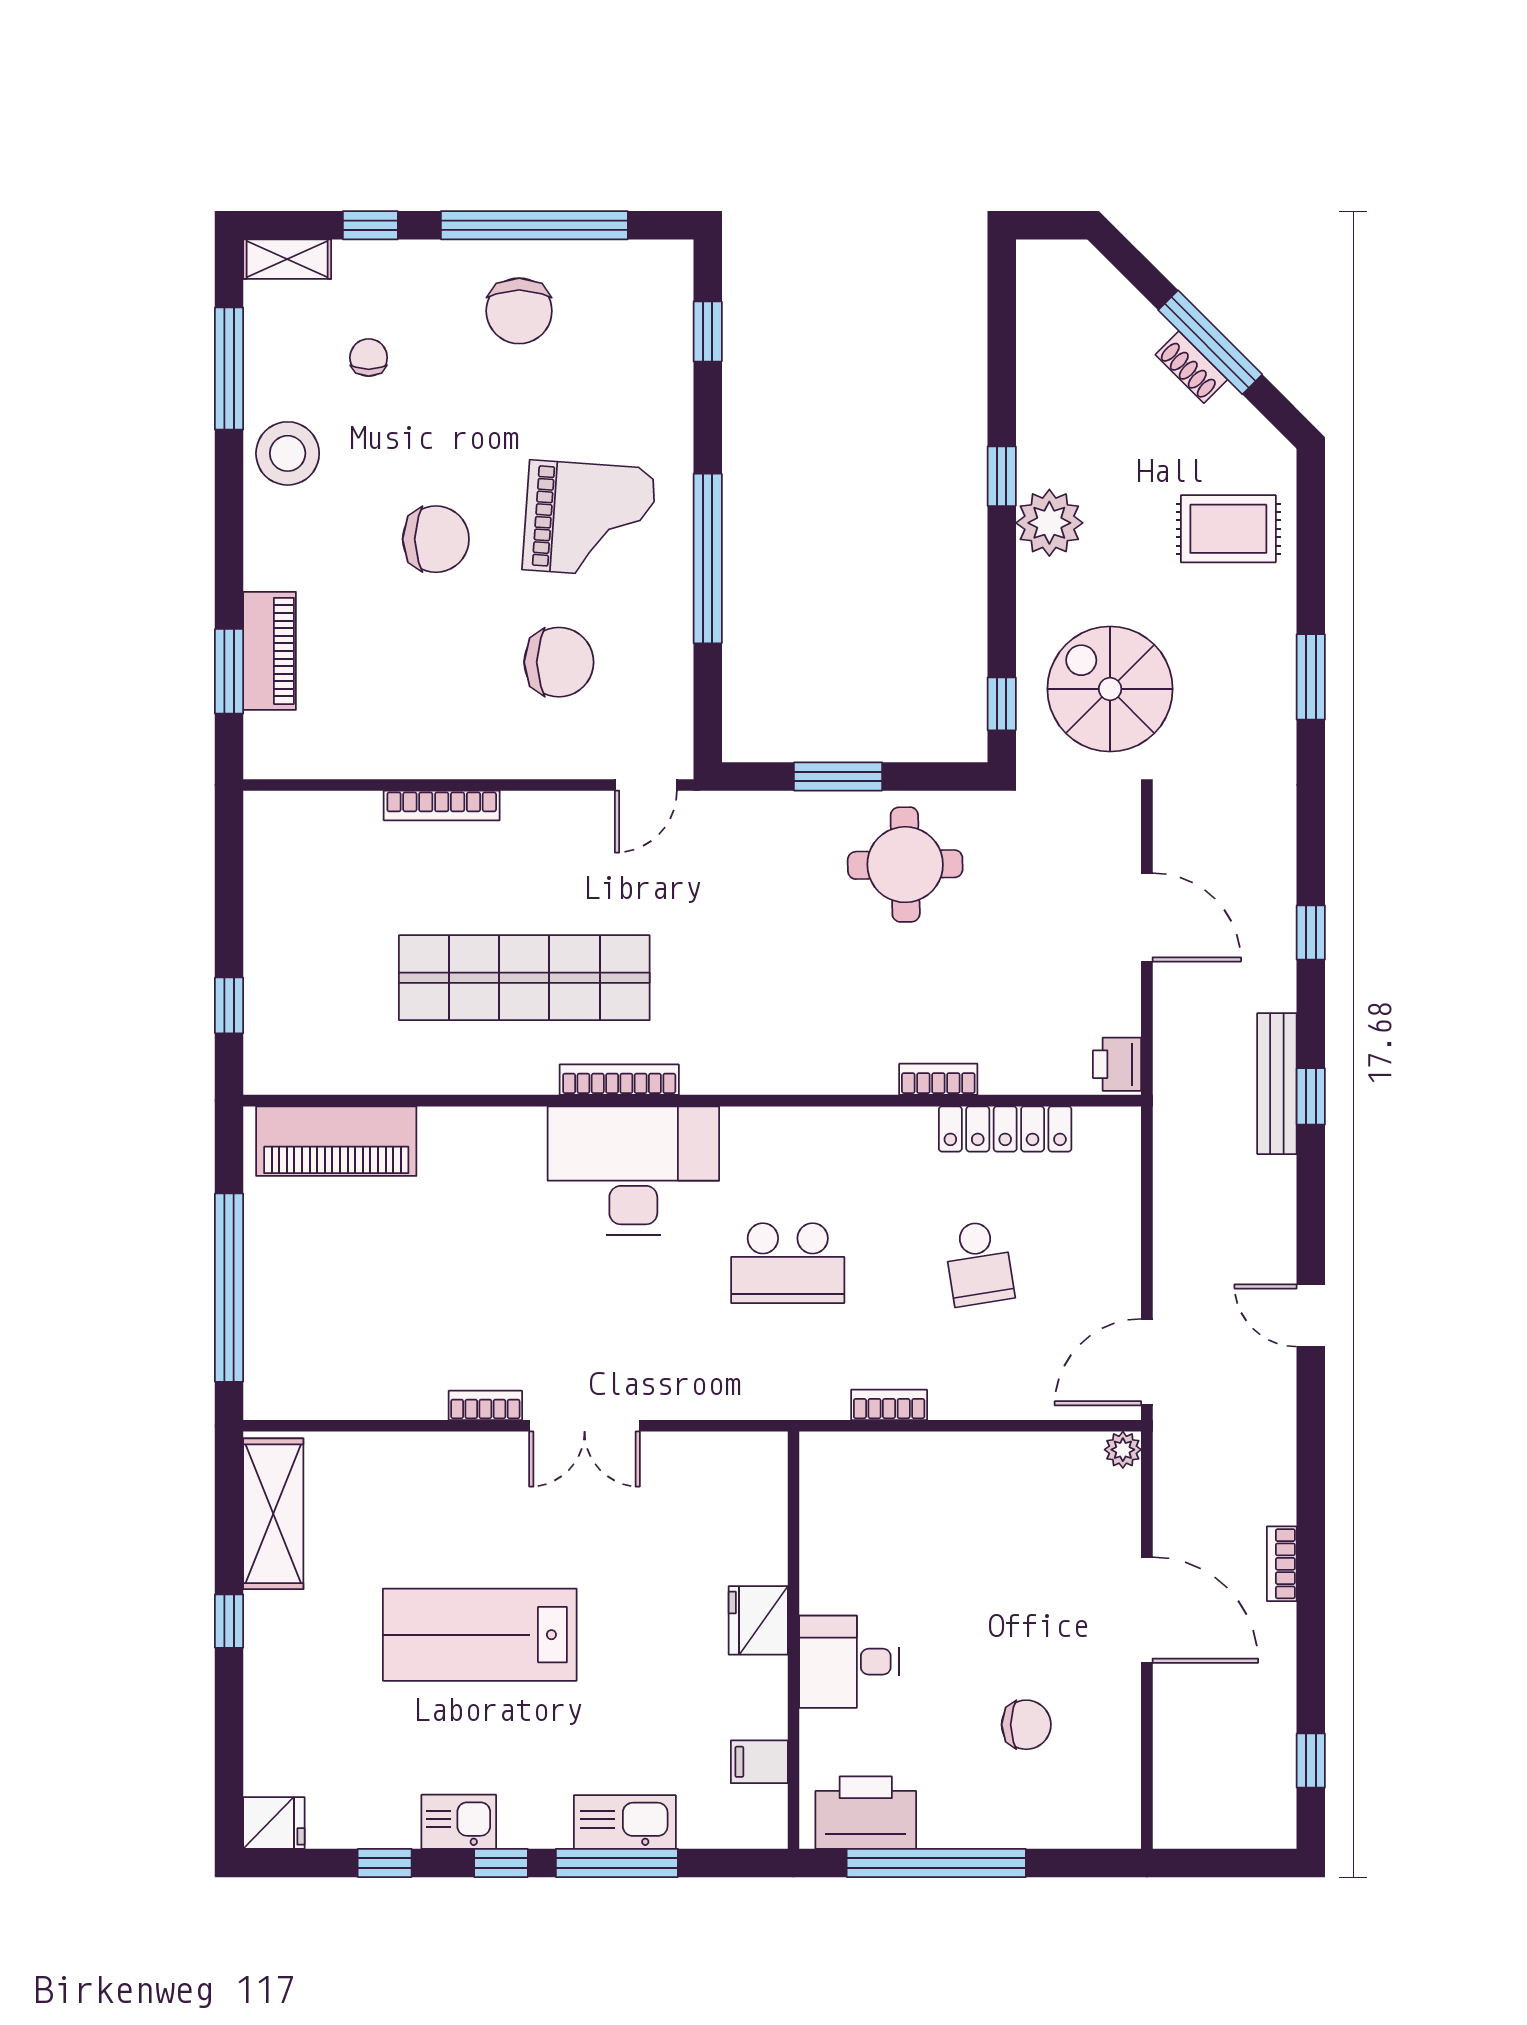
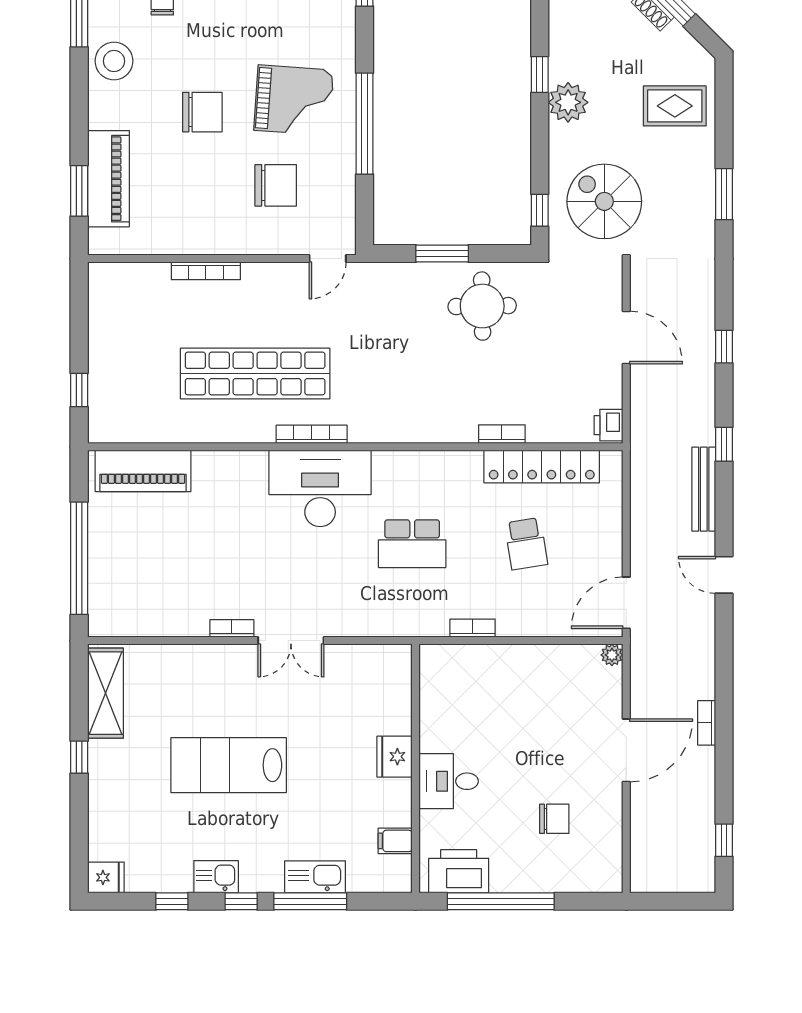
piano: (270, 651) -> (108, 179), width x1.37, depth x1.33
bench: (1277, 1084) -> (704, 489), moved
locker: (1005, 1129) -> (542, 467), width x1.41, depth x1.21
door: (1147, 1610) -> (626, 750), hinge flipped

